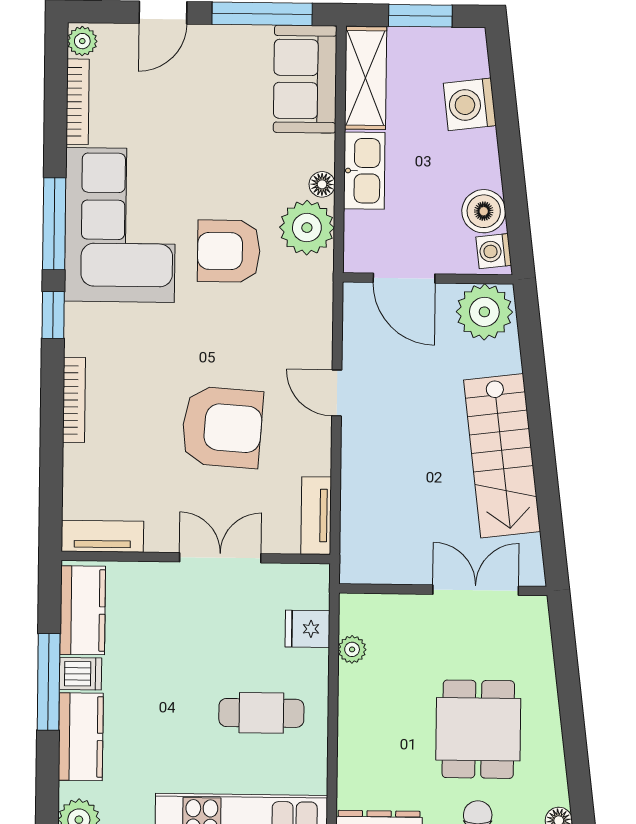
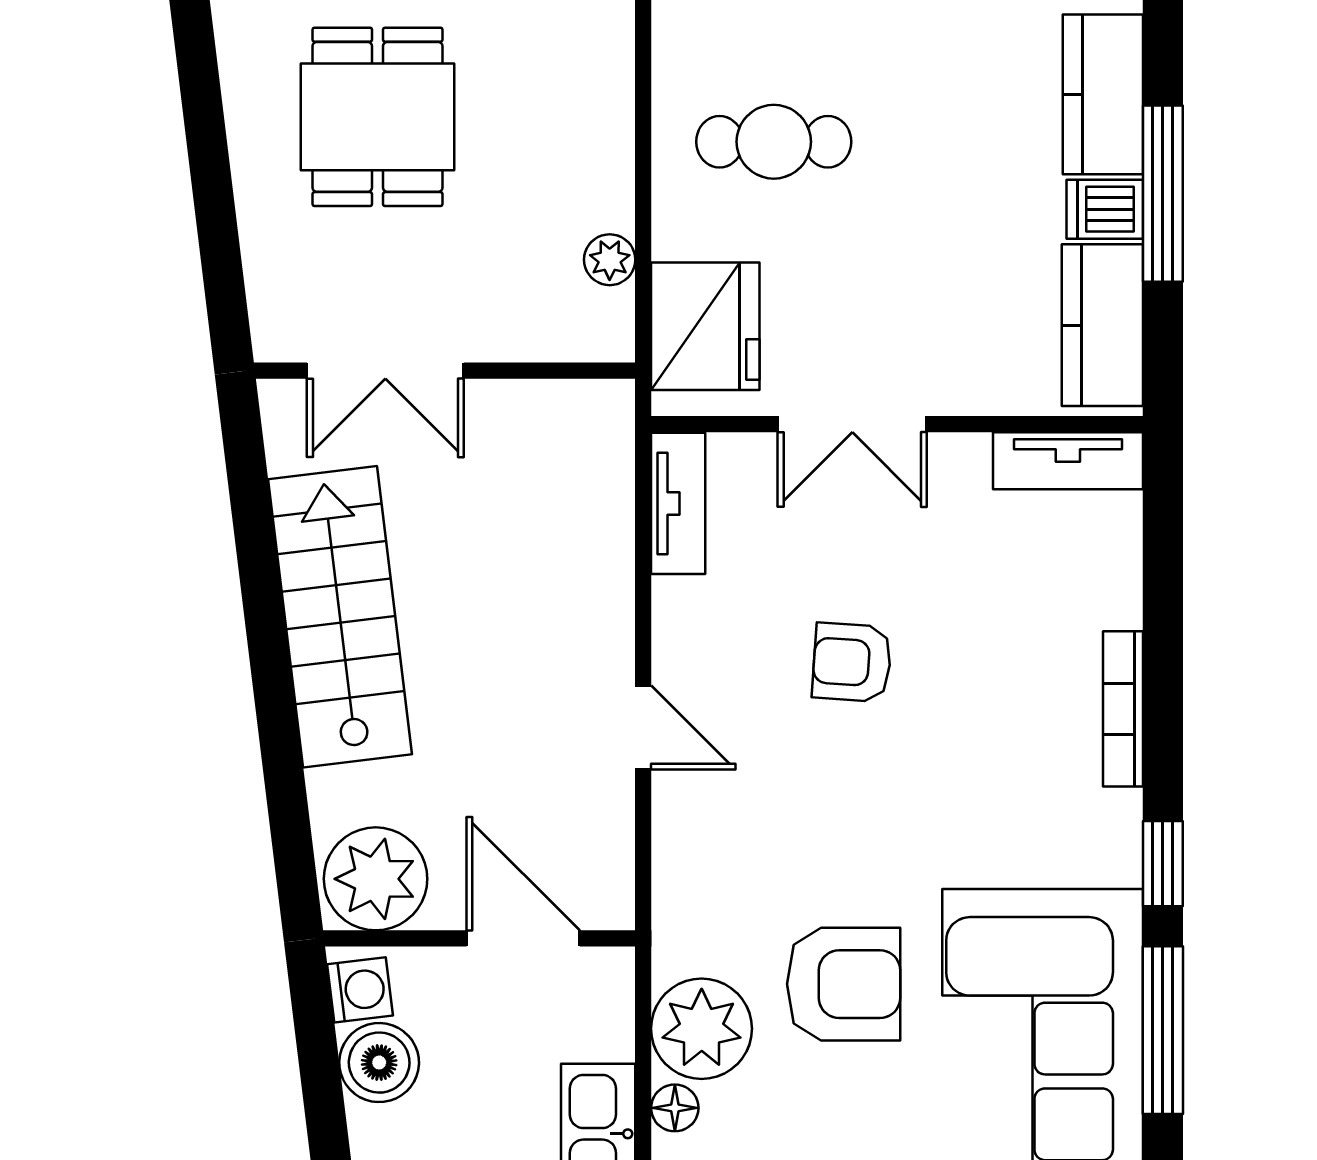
armchair: (222, 427) -> (852, 662), width x0.53, depth x0.53
fridge: (307, 629) -> (705, 326), width x1.88, depth x1.34

